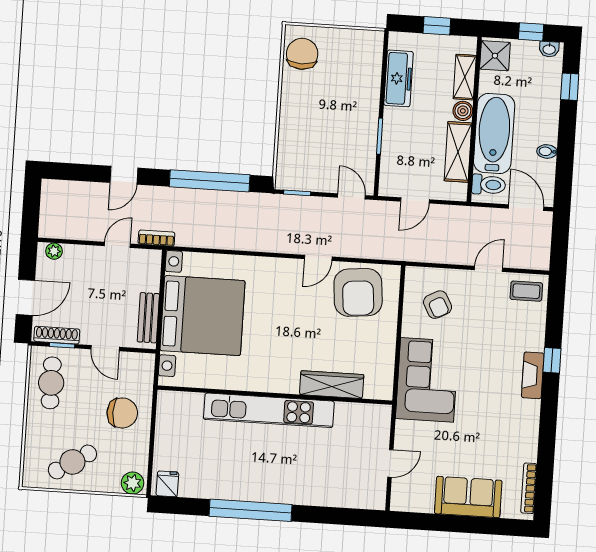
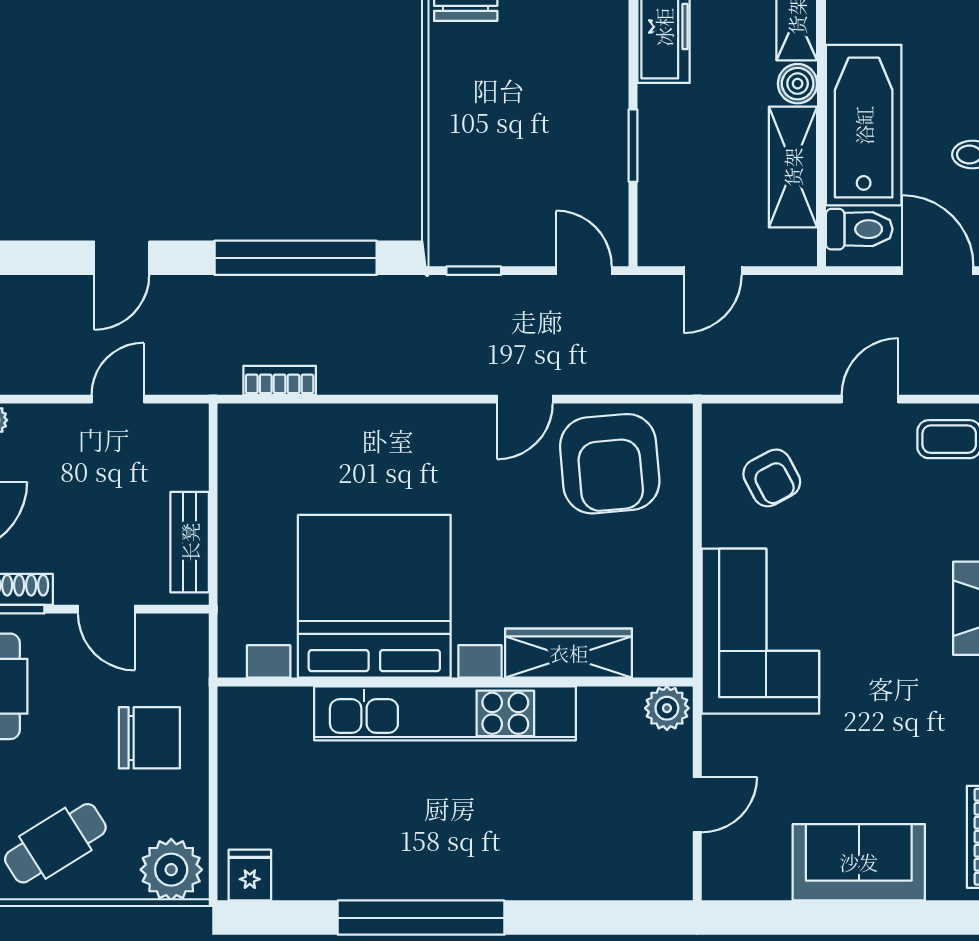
bookcase: (156, 238) -> (280, 380), moved
bed with nightstands: (203, 316) -> (374, 596), moved, turned -90
plant: (378, 415) -> (667, 708), added
plant: (133, 483) -> (171, 870), width x1.36, depth x1.36

